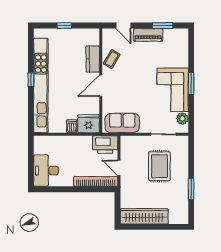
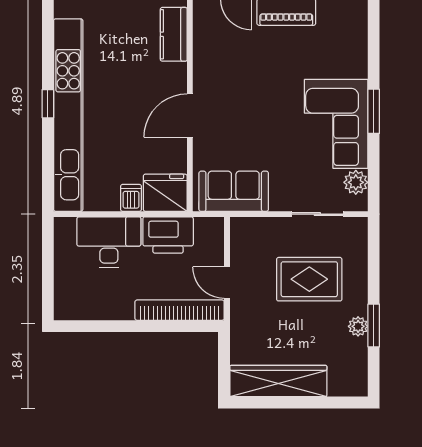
kitchen counter: (93, 59) -> (174, 34), moved
coffee table: (112, 59) -> (212, 61), removed
printer: (105, 144) -> (168, 235), moved
rug: (159, 166) -> (309, 279), turned 90
desk: (46, 171) -> (109, 242), moved, turned 90
plant: (183, 189) -> (358, 326), added

